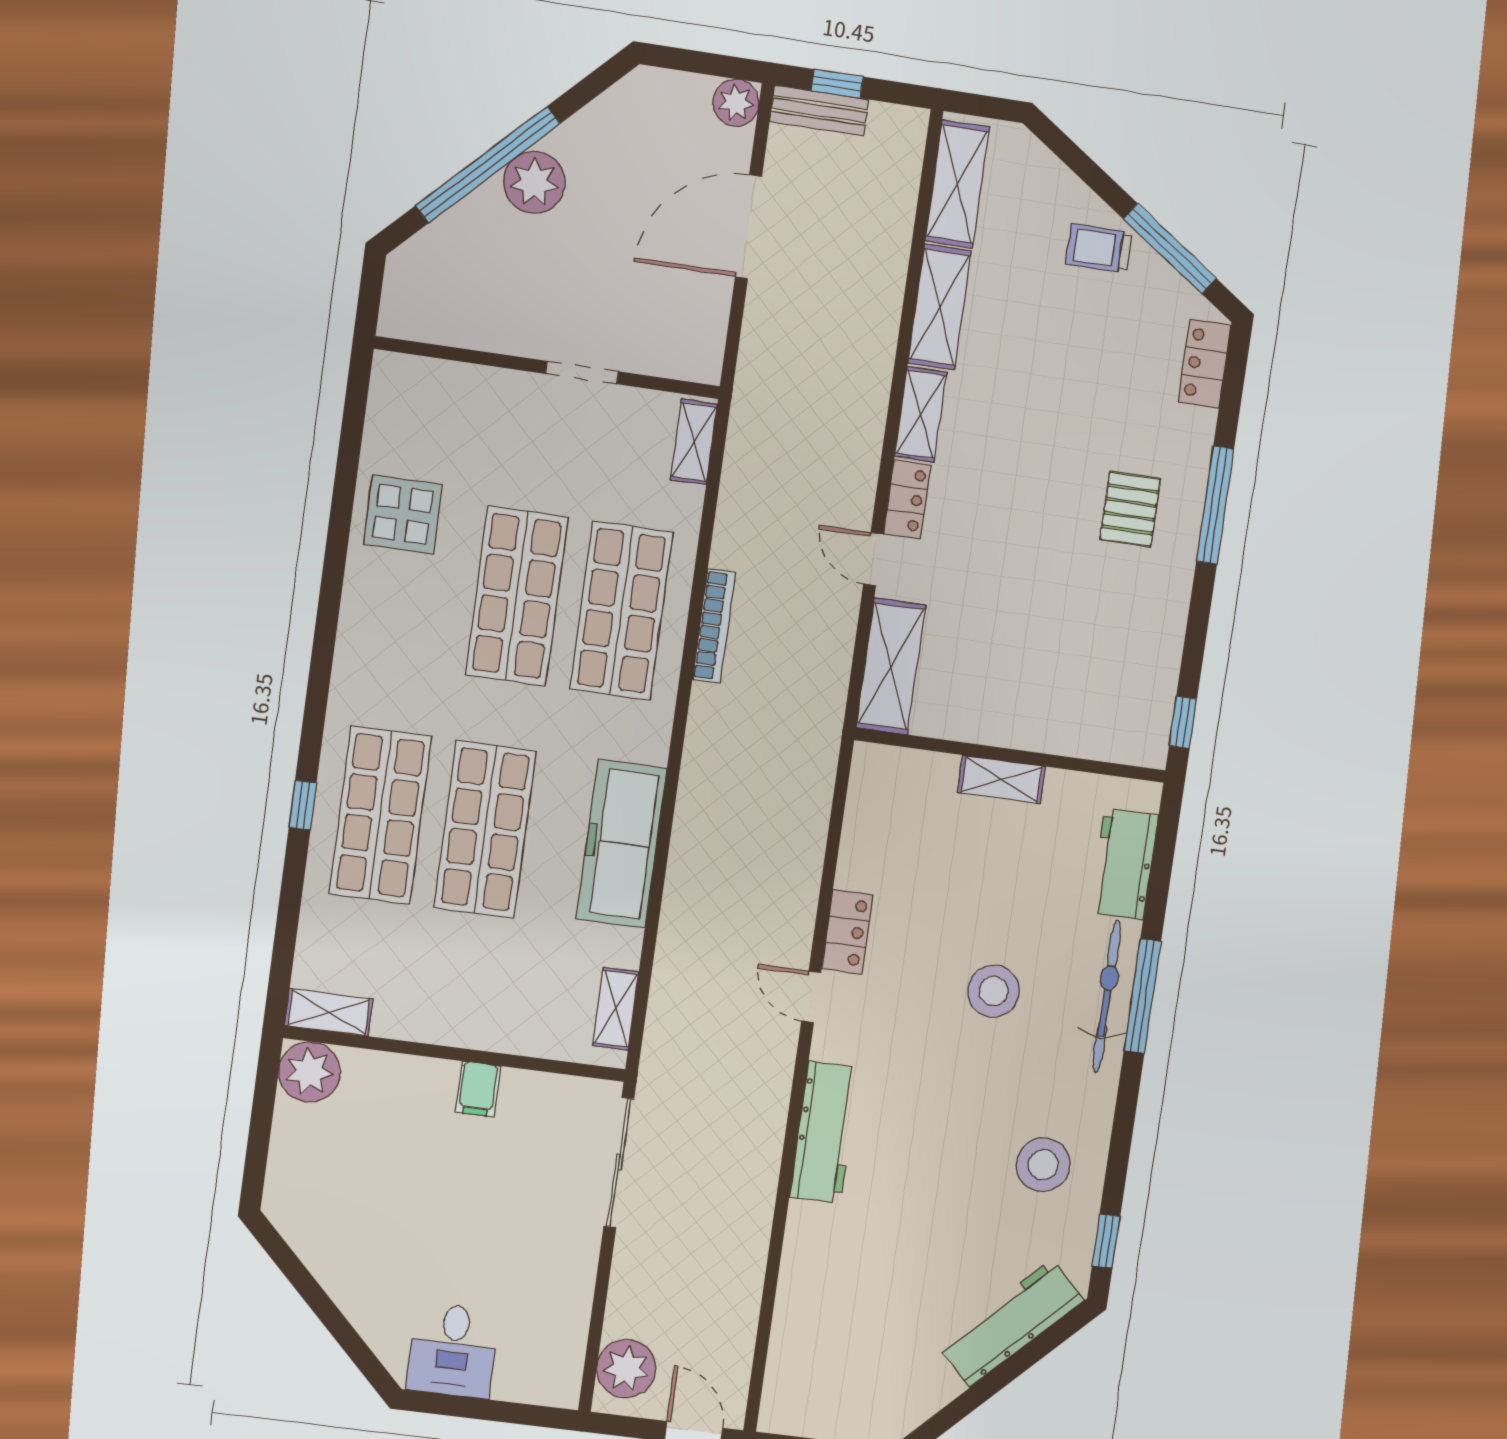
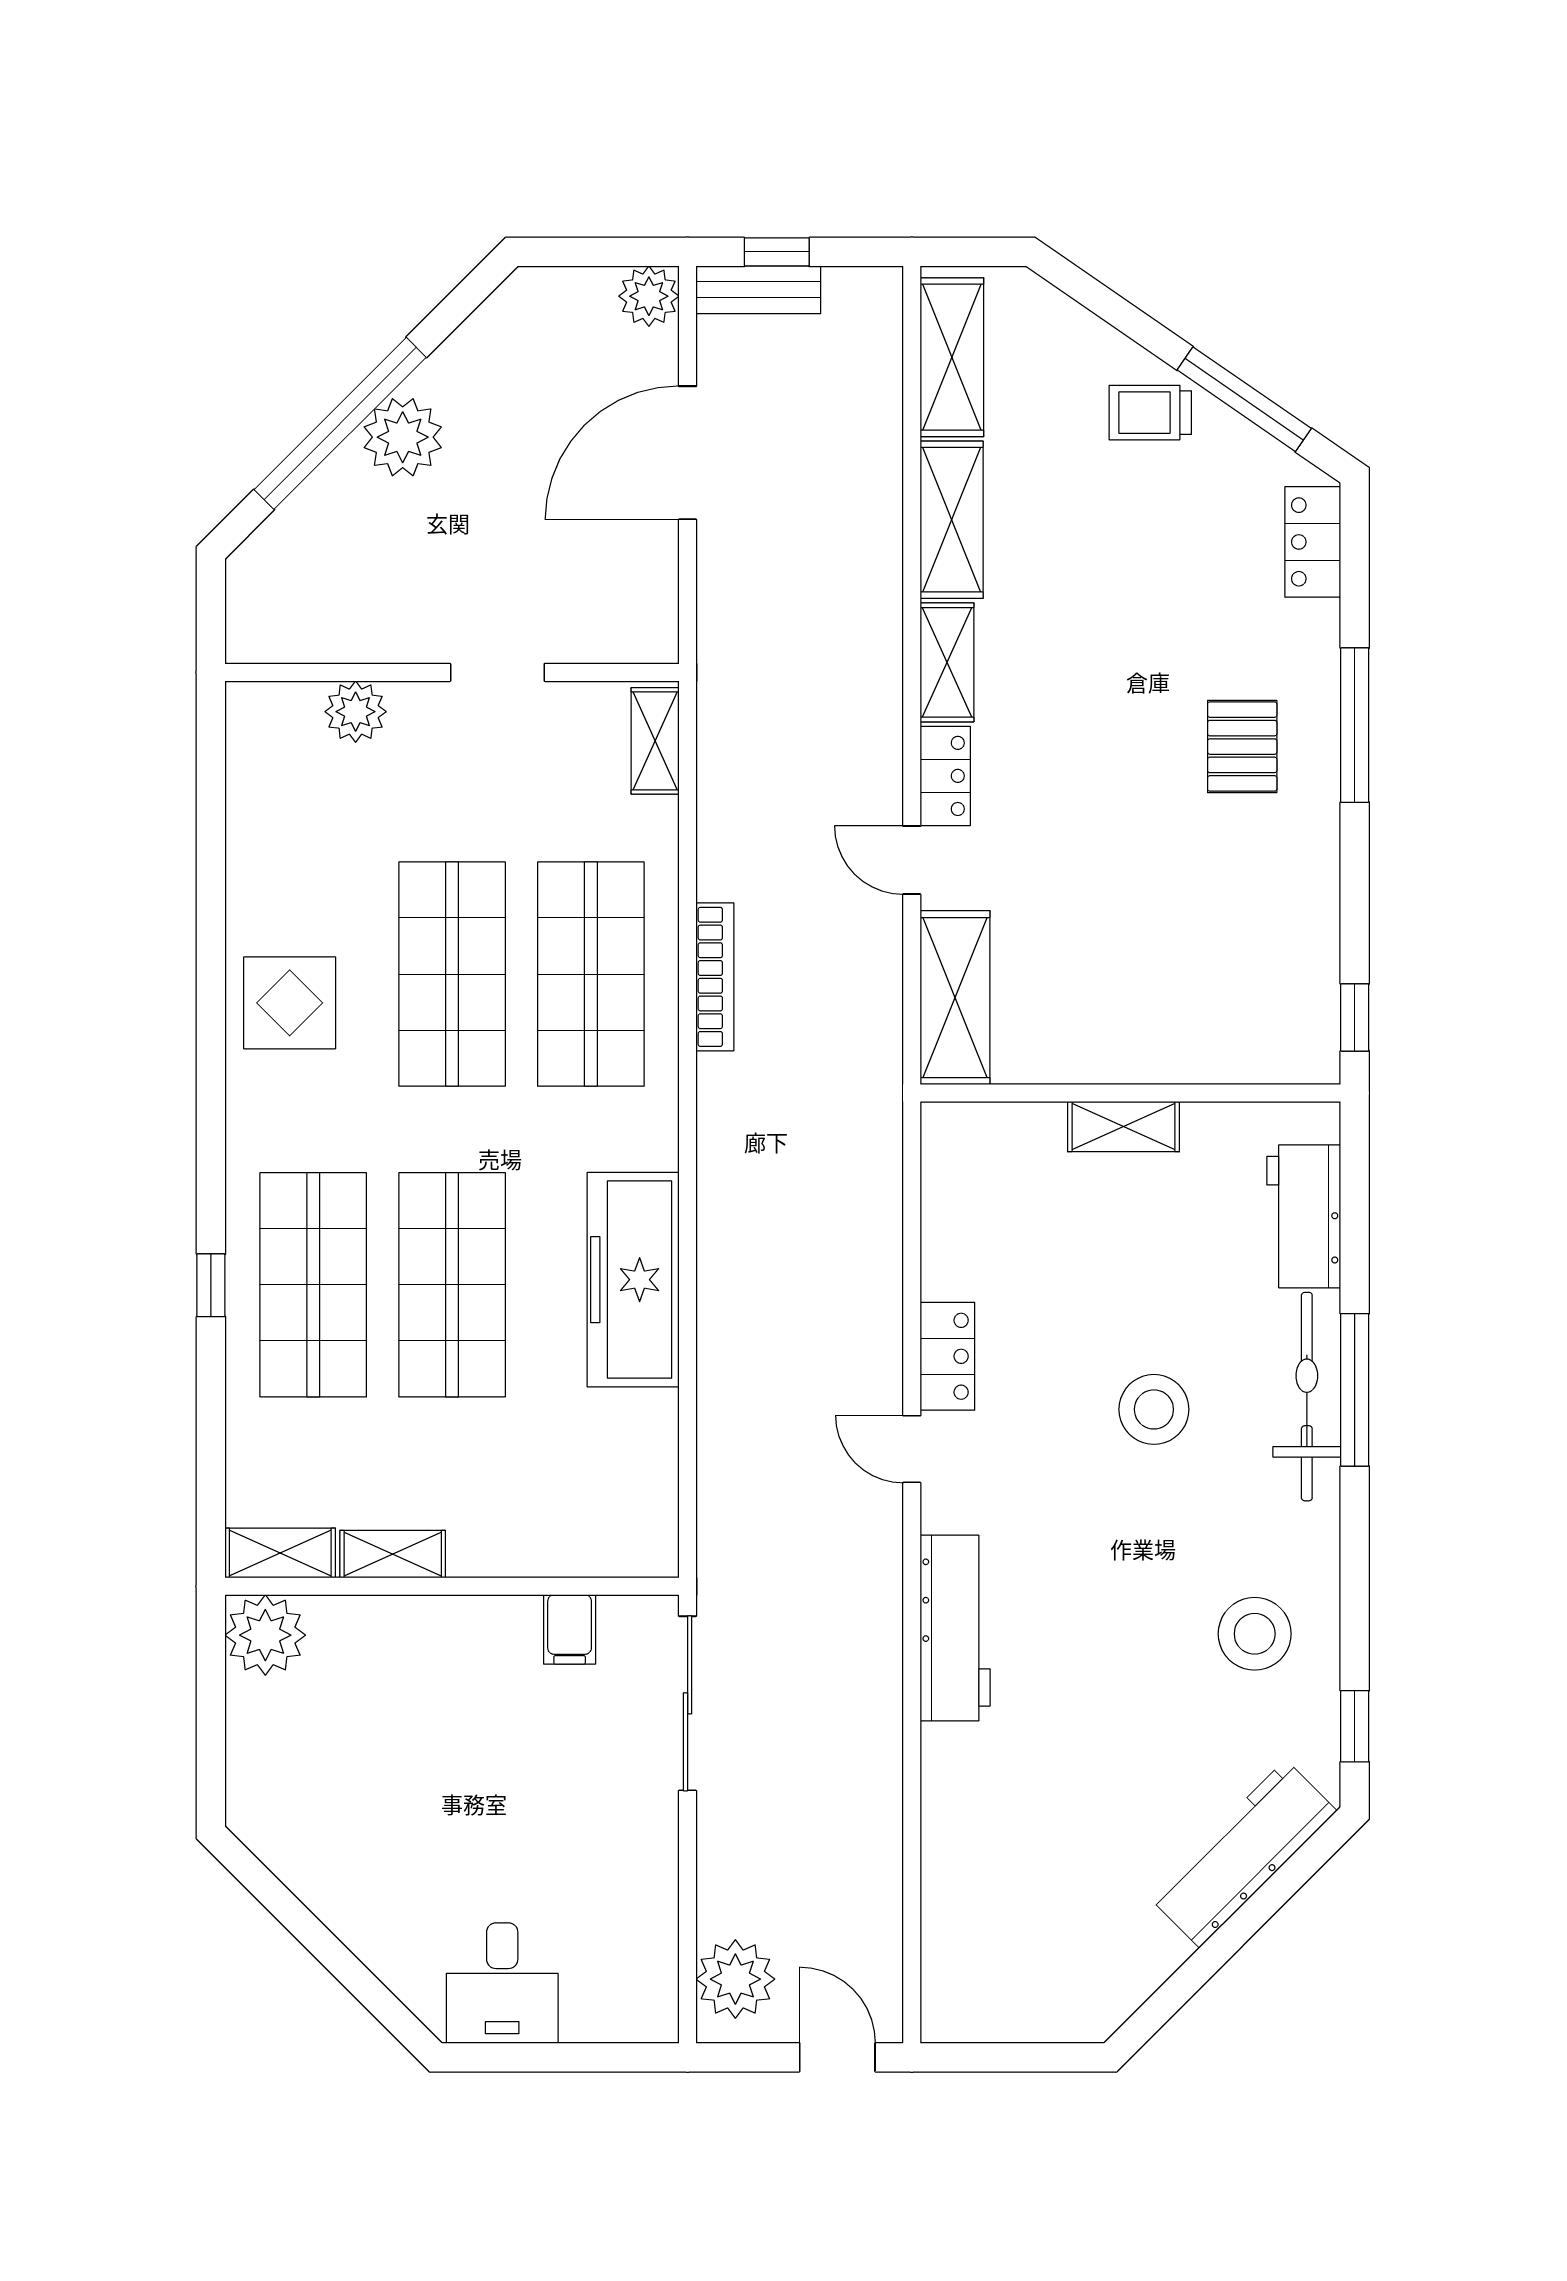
plant: (470, 387) -> (356, 712), added
display table: (403, 514) -> (290, 1003), moved
shelving: (616, 1009) -> (393, 1554), moved, turned 90
filing cabinet: (478, 1089) -> (570, 1629), moved

